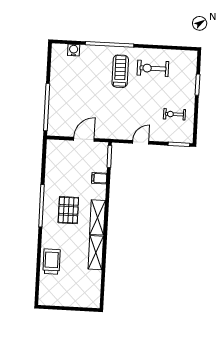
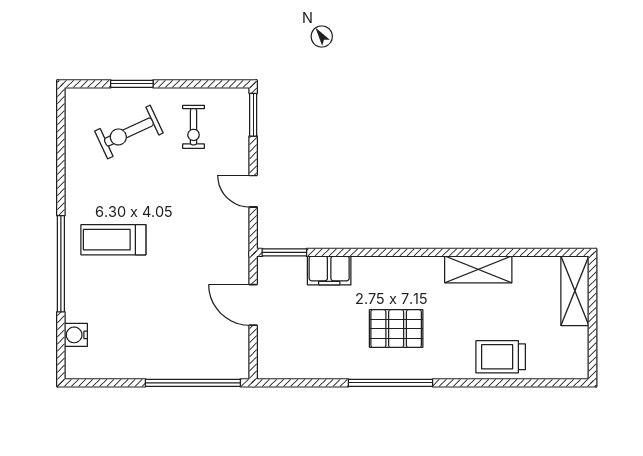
exercise bike: (153, 68) -> (129, 132), moved, turned 65
filing cabinet: (99, 178) -> (329, 270), width x2.00
shelving: (97, 217) -> (575, 291), moved, turned 90

